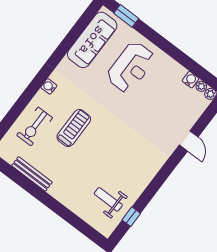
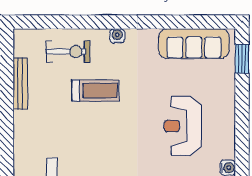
reception desk: (131, 67) -> (183, 126), moved, turned 90
exercise bike: (35, 127) -> (68, 51), turned 180

